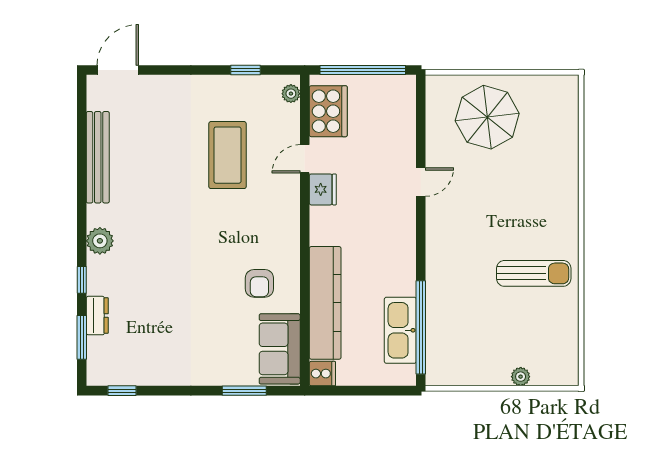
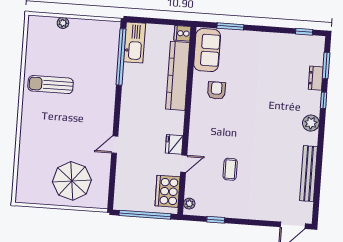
coffee table: (227, 155) -> (230, 169), width x0.54, depth x0.58
kitchen sink: (400, 330) -> (134, 42), moved

